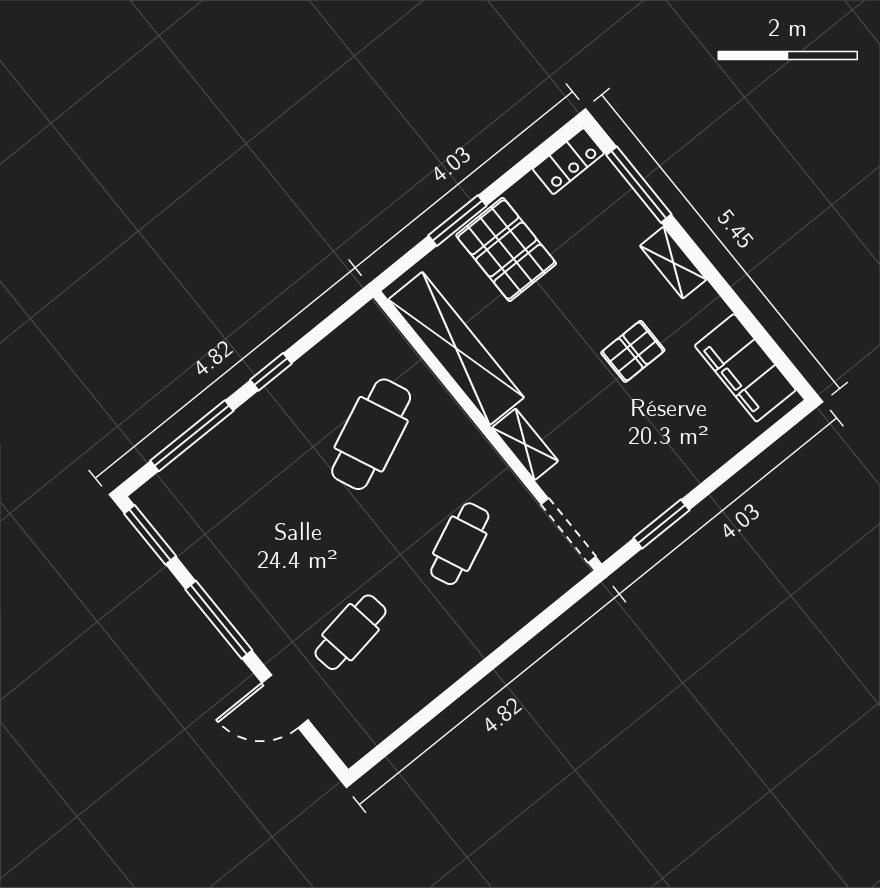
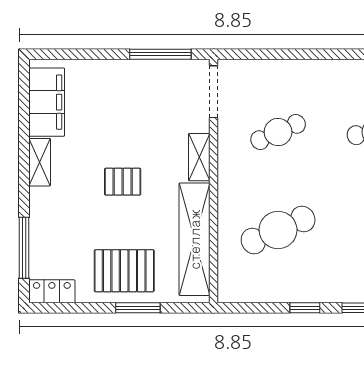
pallet: (506, 250) -> (124, 271), turned 90
shelving: (673, 263) -> (40, 162), moved
pallet: (633, 351) -> (123, 182), moved
window: (662, 524) -> (160, 54), width x1.44

